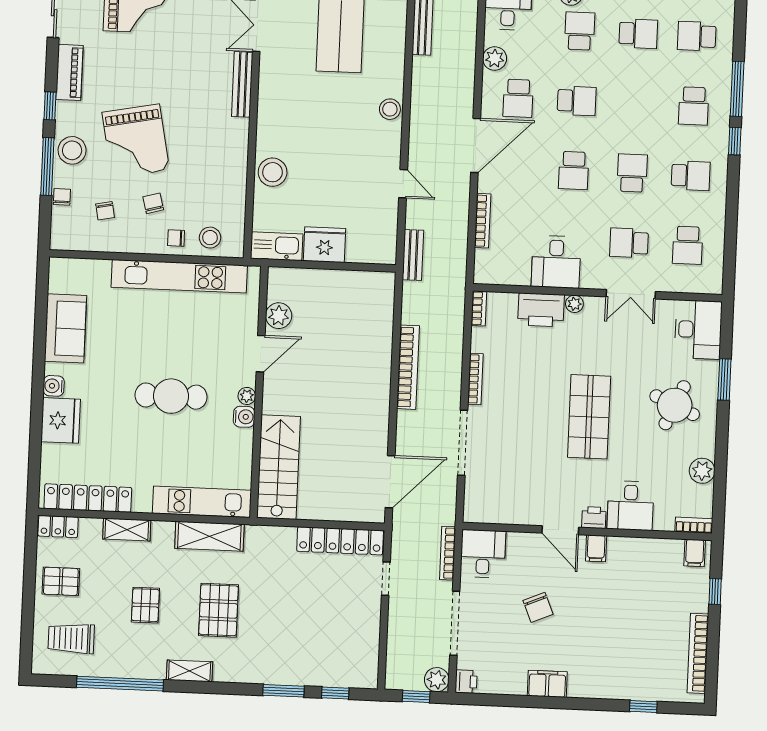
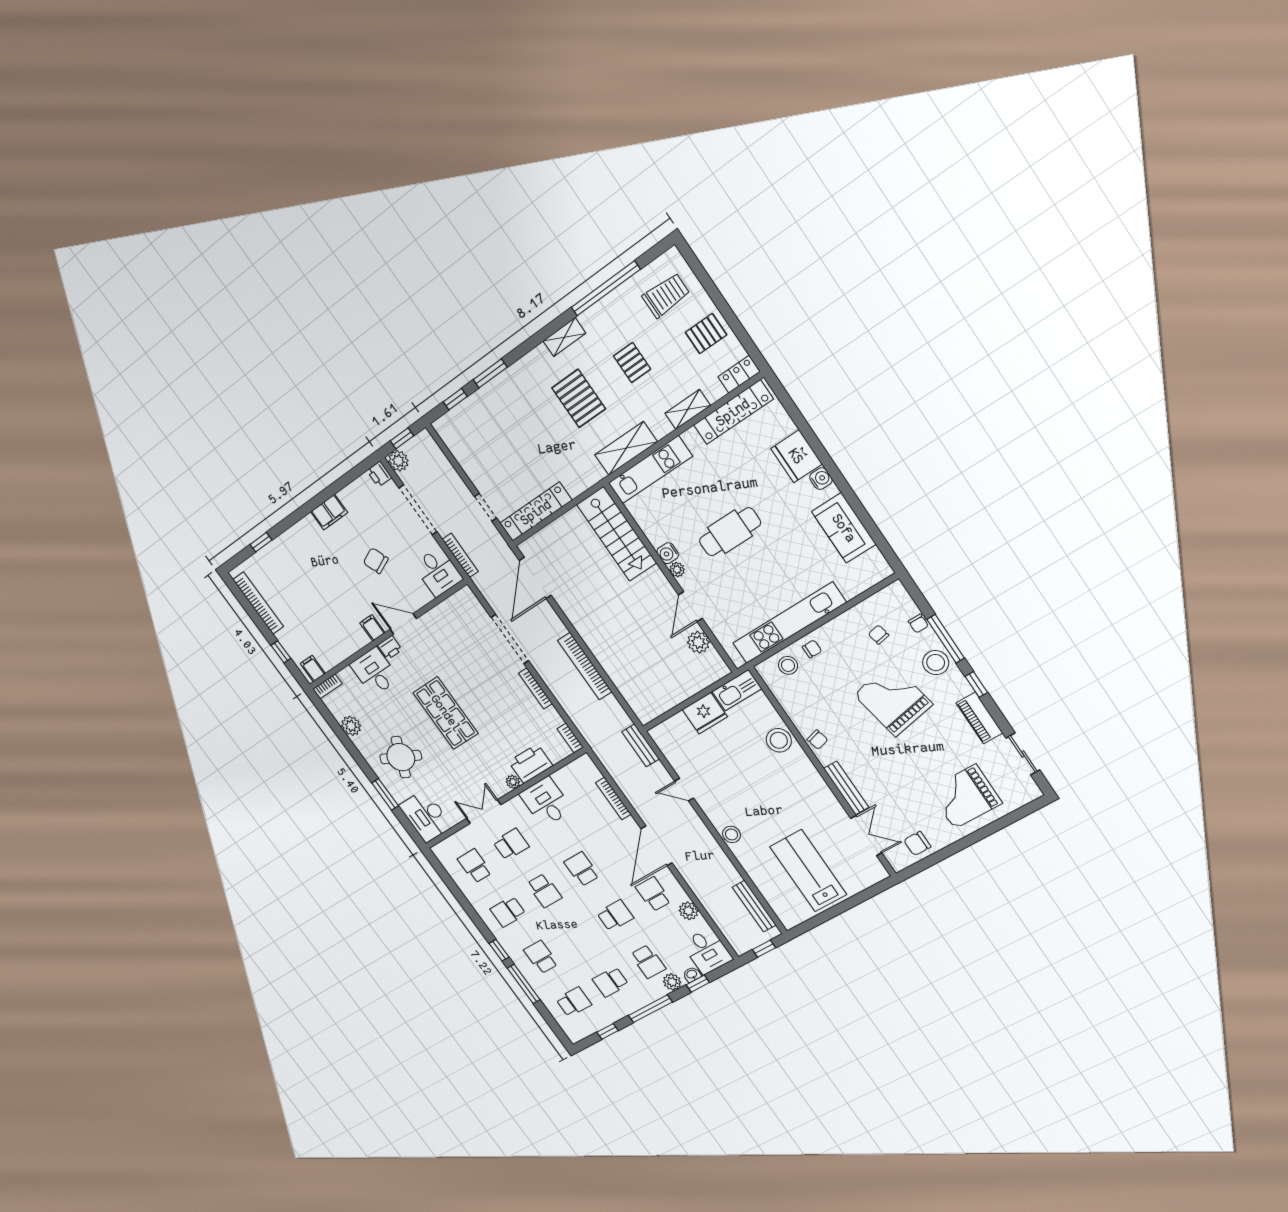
school desk: (577, 101) -> (615, 915), turned 180
chair: (153, 203) -> (817, 740), moved

